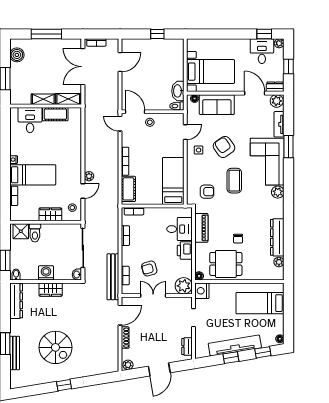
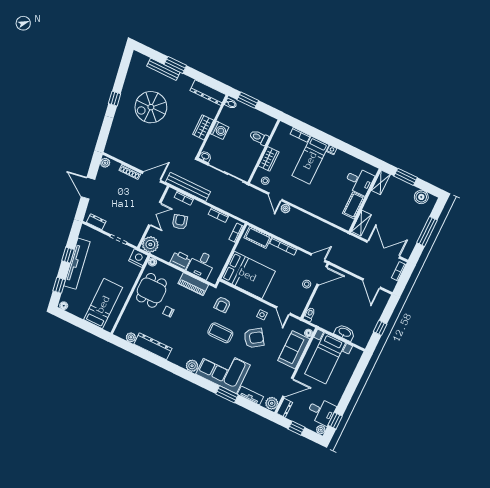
washbasin: (178, 91) -> (345, 333), moved
shelving: (43, 99) -> (381, 182), moved
bed: (173, 181) -> (248, 275), width x1.50
shower: (21, 231) -> (266, 126), removed
door: (120, 315) -> (152, 177), swing flipped

